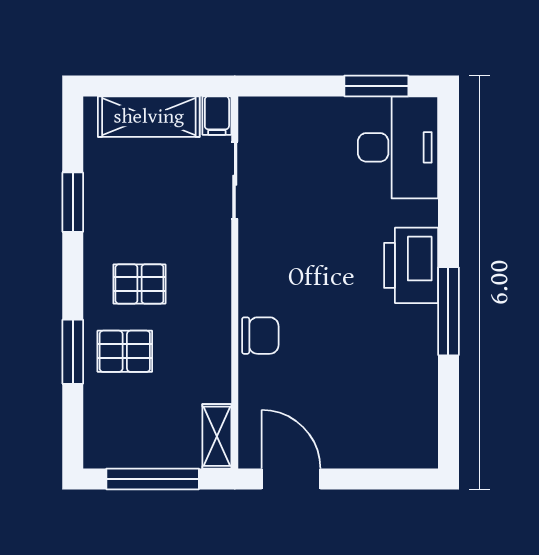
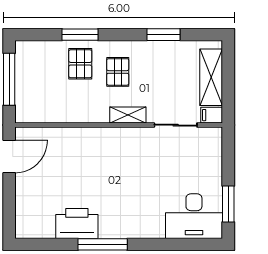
printer: (411, 265) -> (77, 223), moved
chair: (260, 336) -> (89, 139), removed
shelving: (217, 436) -> (128, 115), moved

